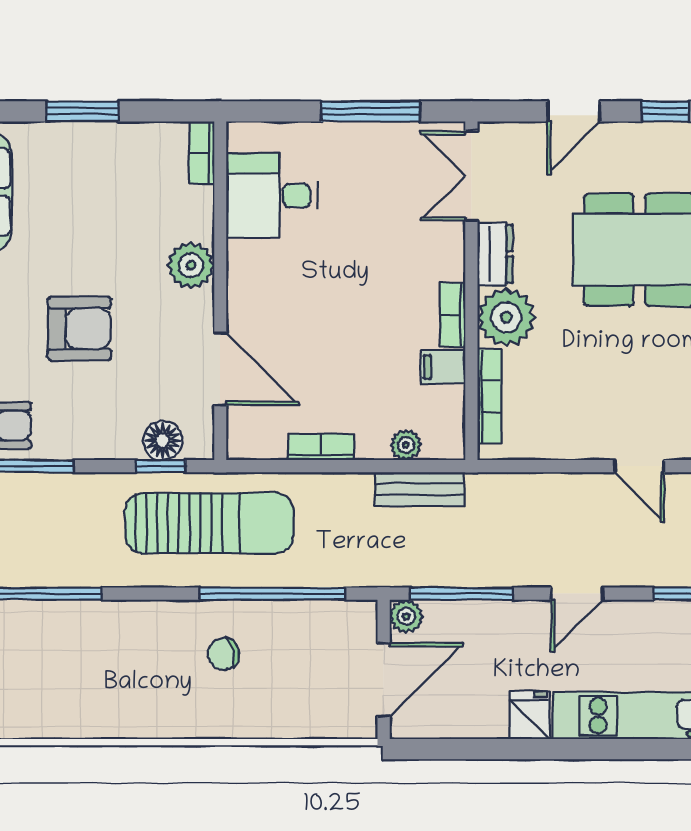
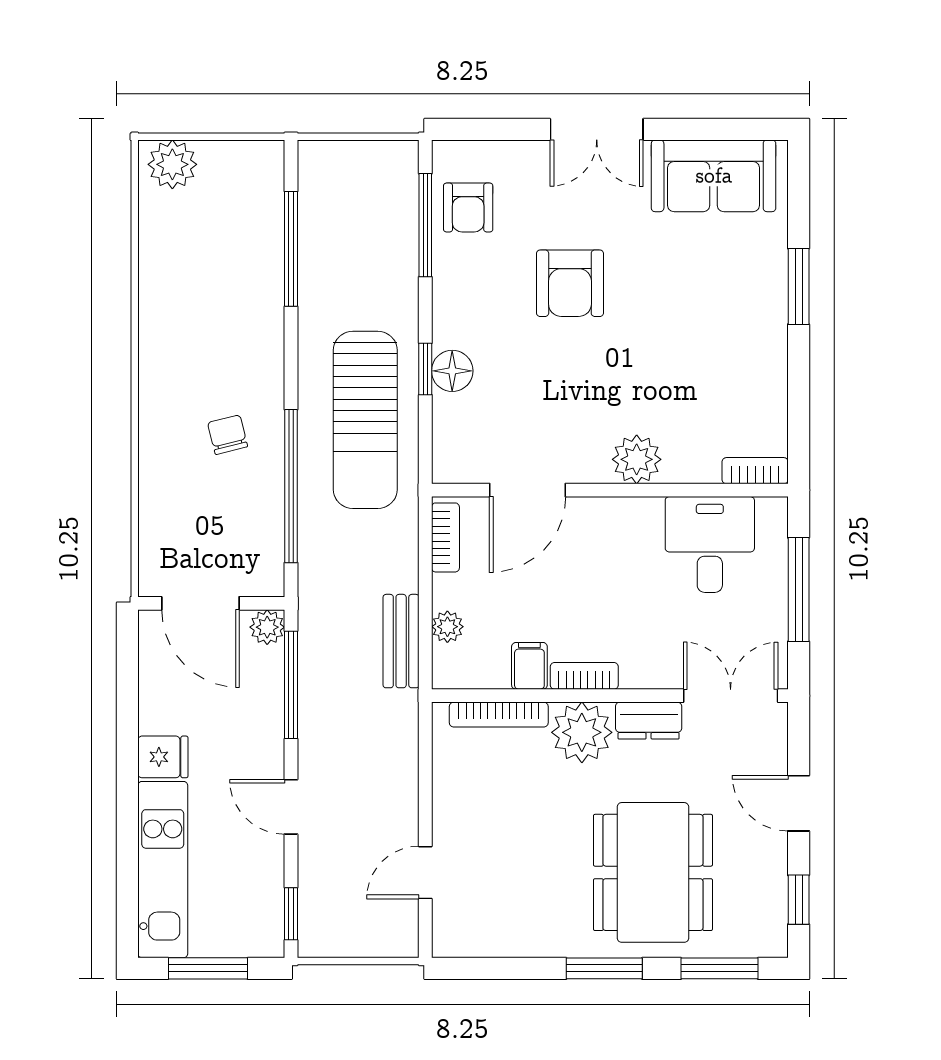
bookcase: (202, 153) -> (755, 471), moved
desk: (272, 196) -> (710, 544), moved
plant: (191, 265) -> (637, 459), moved
wall: (220, 291) -> (610, 490), moved
door: (220, 369) -> (527, 490), moved

